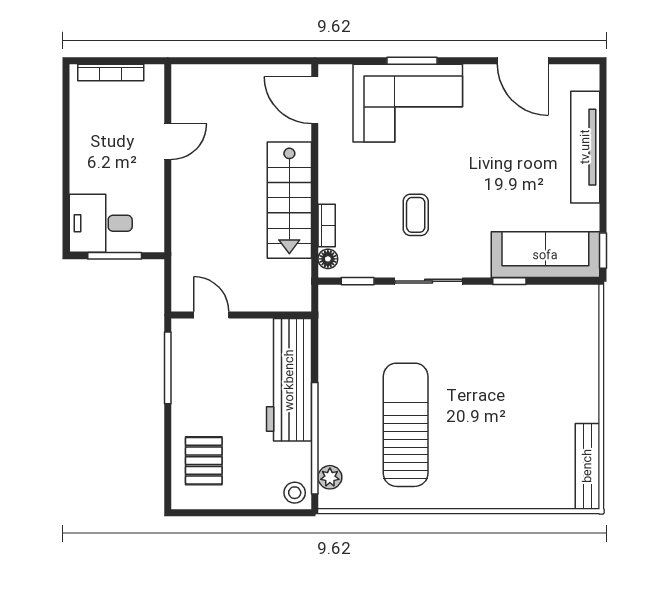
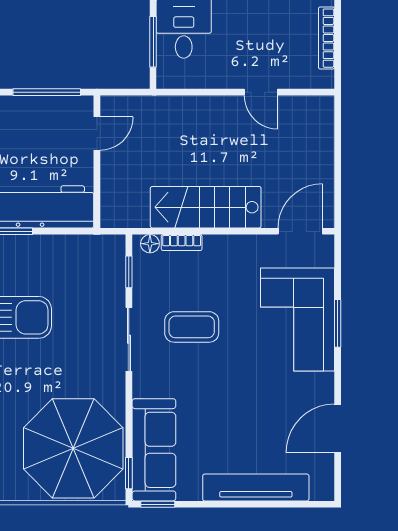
coffee table: (416, 215) -> (192, 327), width x1.36, depth x1.30
window: (509, 281) -> (129, 473), moved
parasol: (544, 340) -> (73, 448), added

